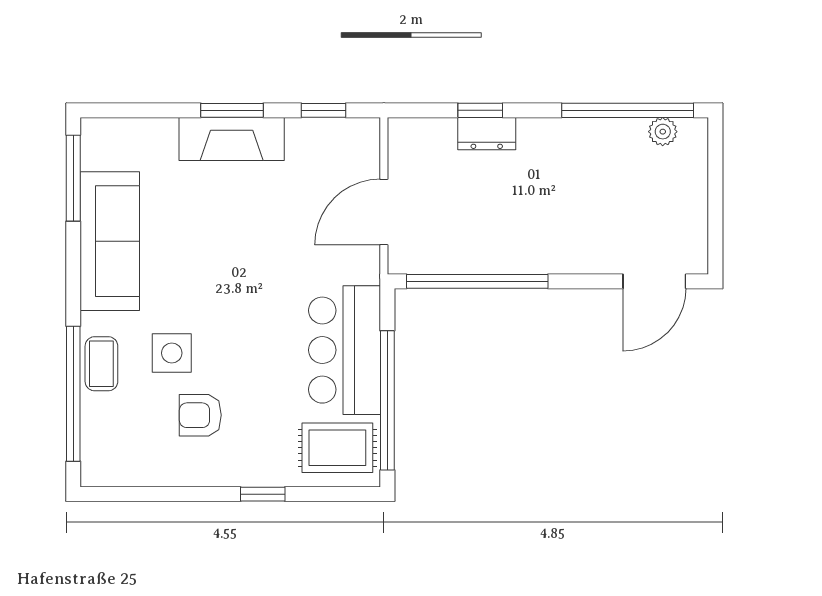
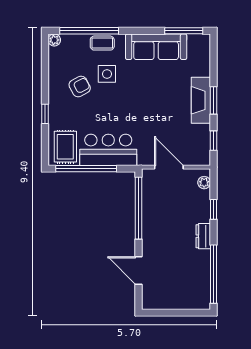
plant: (663, 132) -> (204, 183), moved
dresser: (487, 134) -> (203, 236), moved
door: (654, 281) -> (138, 270), moved
armchair: (200, 415) -> (80, 86), turned 62
plant: (94, 473) -> (54, 40), added

